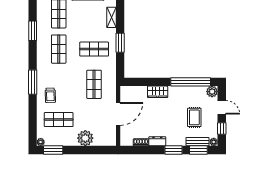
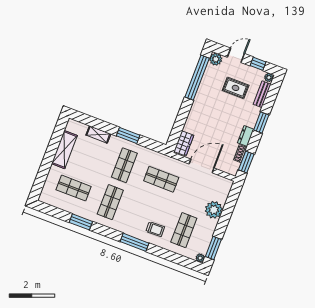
shop shelf: (59, 49) -> (110, 202), turned 90
wardrobe: (158, 92) -> (184, 143), moved
door: (118, 114) -> (202, 166), hinge flipped
window: (198, 150) -> (246, 162), moved

